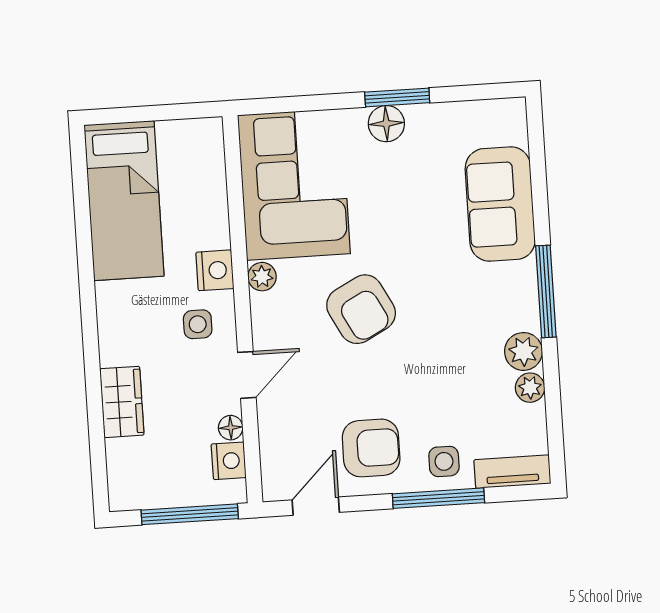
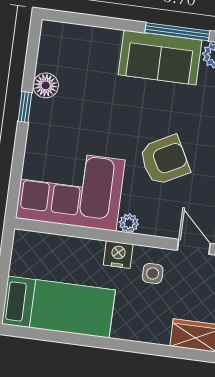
window: (397, 97) -> (25, 107), width x0.67
floor lamp: (386, 124) -> (46, 85), moved
sofa: (500, 204) -> (160, 57), moved

